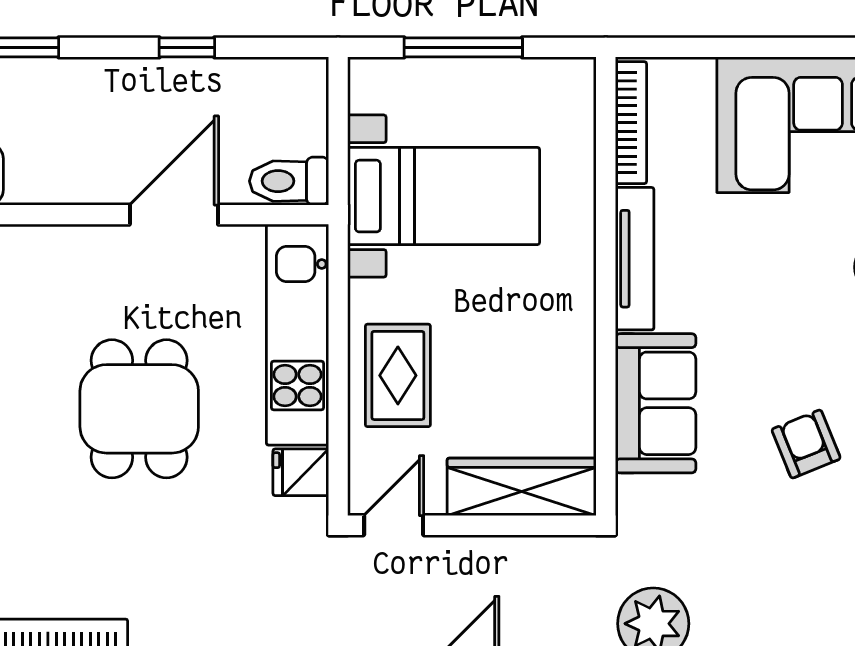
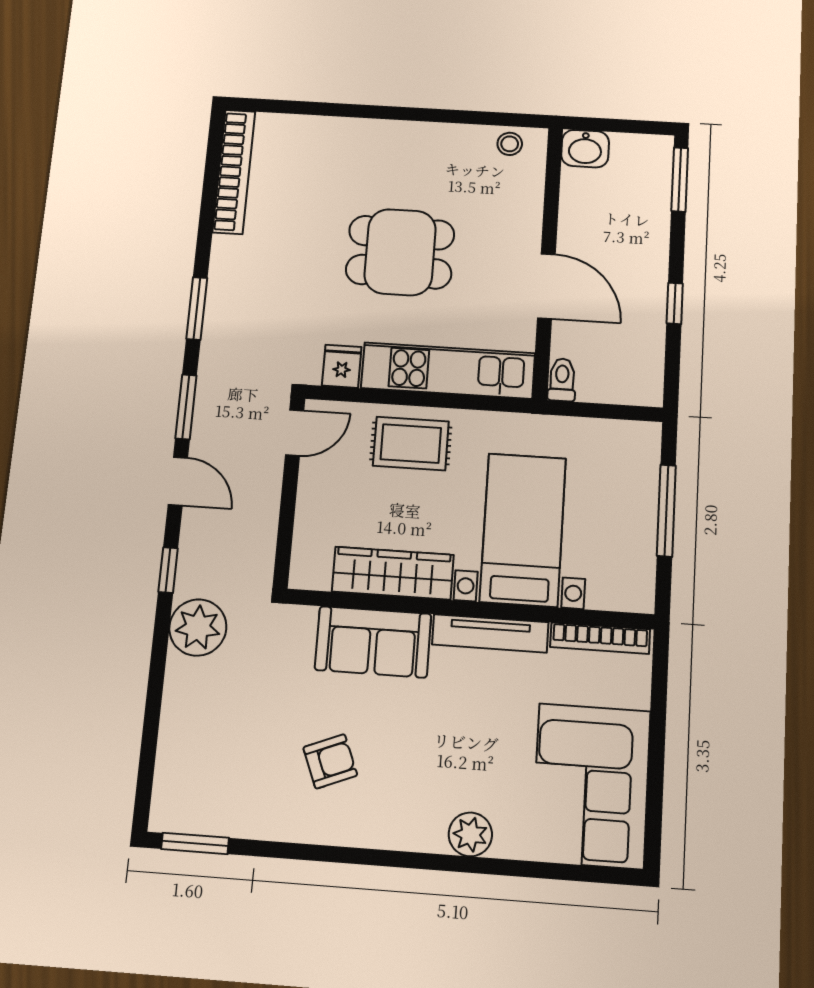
toilet: (289, 181) -> (562, 380), width x0.73, depth x0.72
bed with nightstands: (444, 196) -> (523, 530), moved, turned 180
wardrobe: (522, 487) -> (393, 573), moved, turned -90
door: (394, 525) -> (295, 433), hinge flipped

